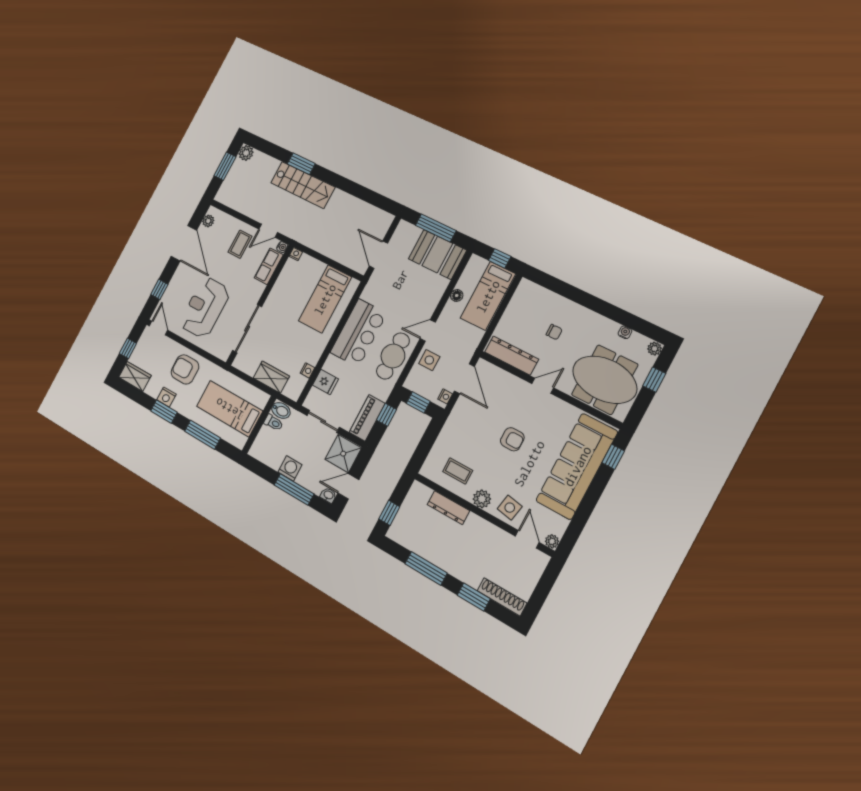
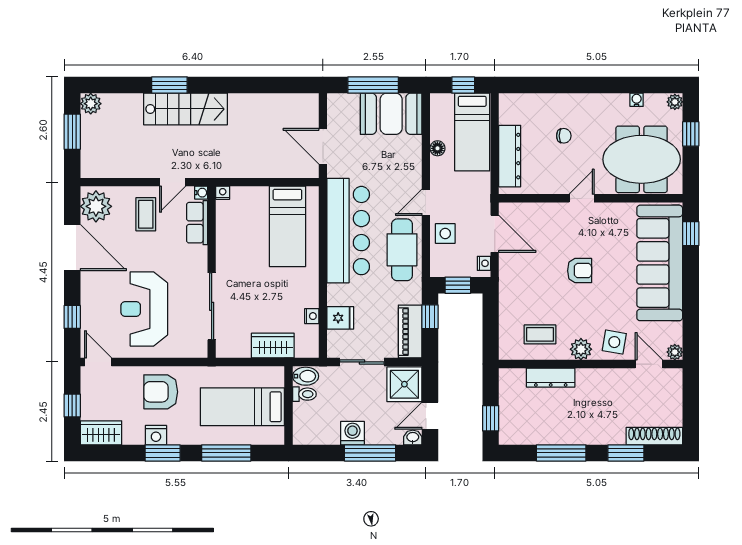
plant: (208, 221) -> (96, 206), width x1.88, depth x1.88
bar counter: (358, 333) -> (348, 231), width x1.36
dresser: (512, 356) -> (510, 156), moved, turned 90

